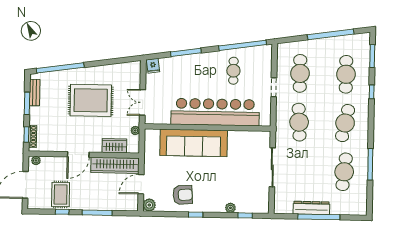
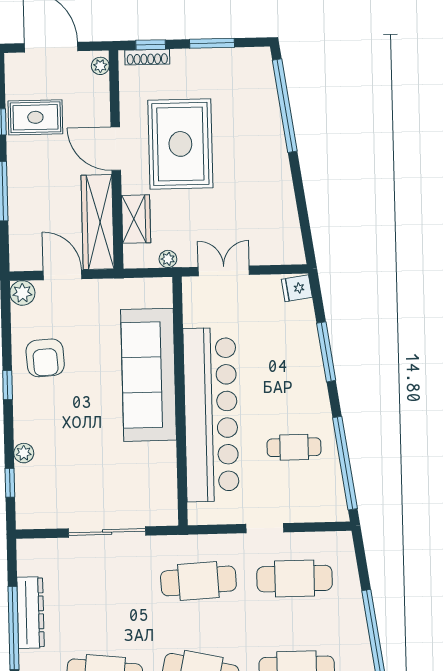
bench: (35, 93) -> (234, 57), removed
rug: (91, 100) -> (180, 144), moved

